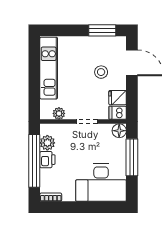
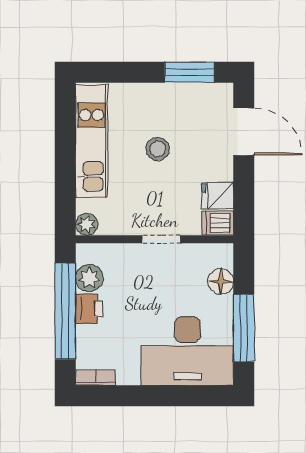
stool: (101, 72) -> (158, 149), moved
plant: (59, 113) -> (87, 224), moved
floor lamp: (119, 131) -> (221, 281), moved
window: (132, 157) -> (244, 328), moved

